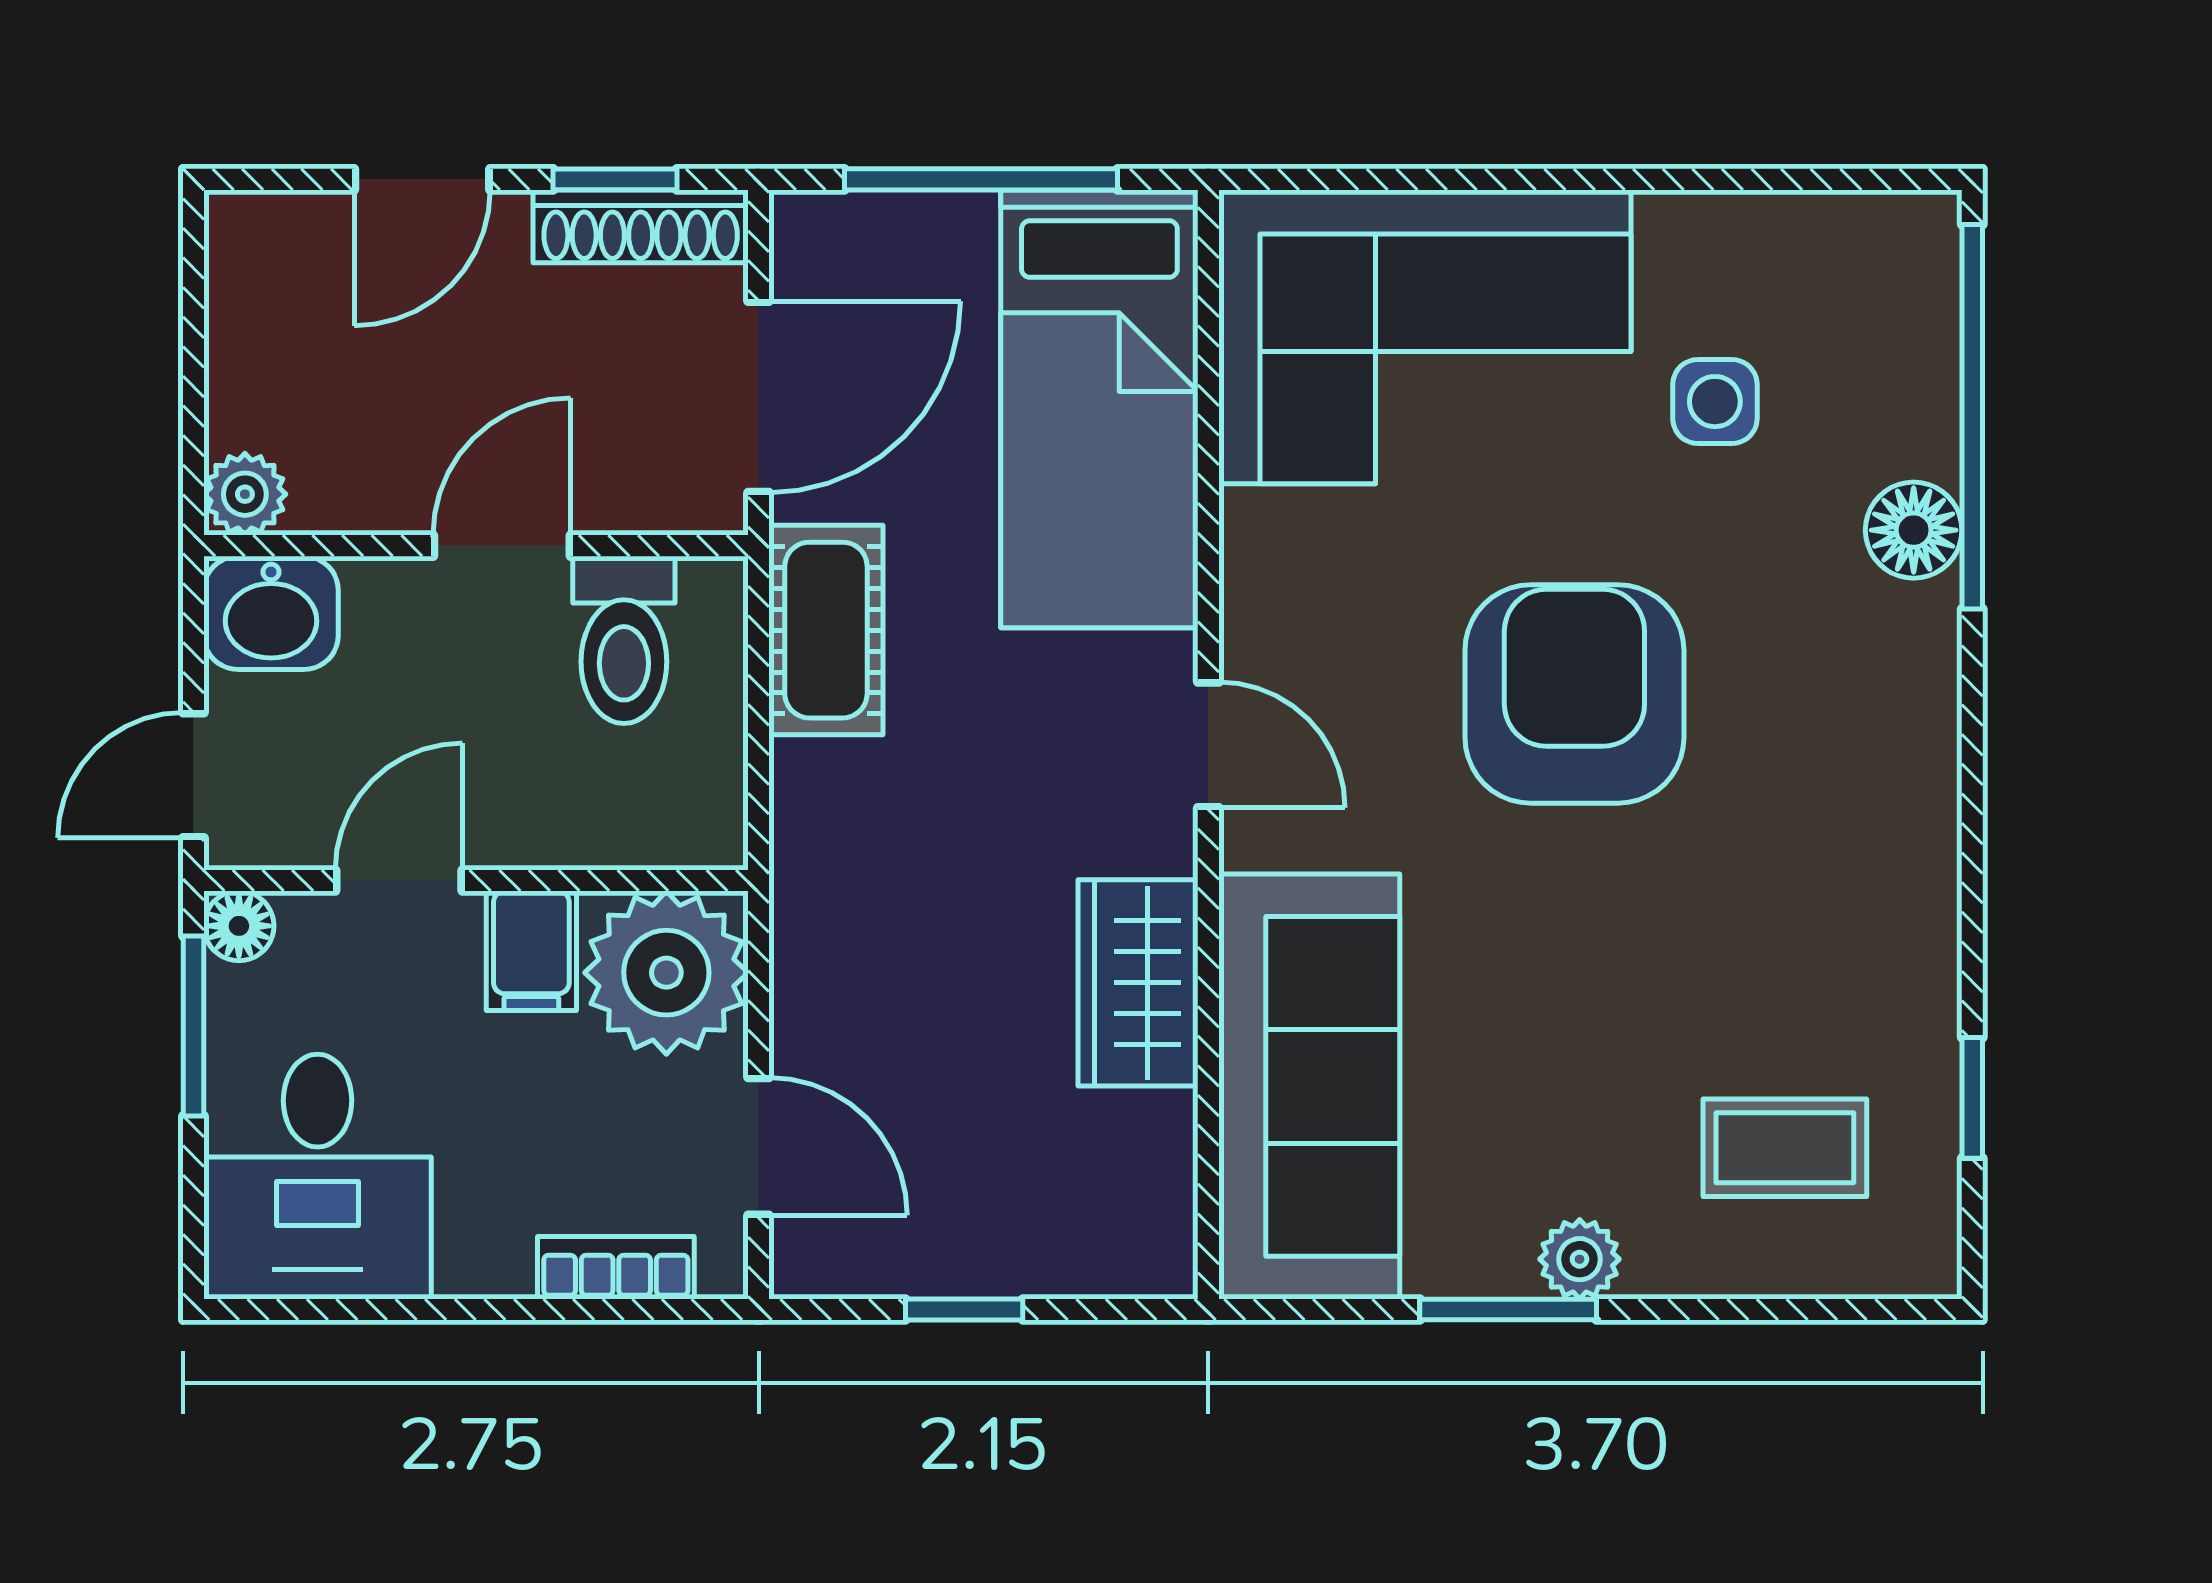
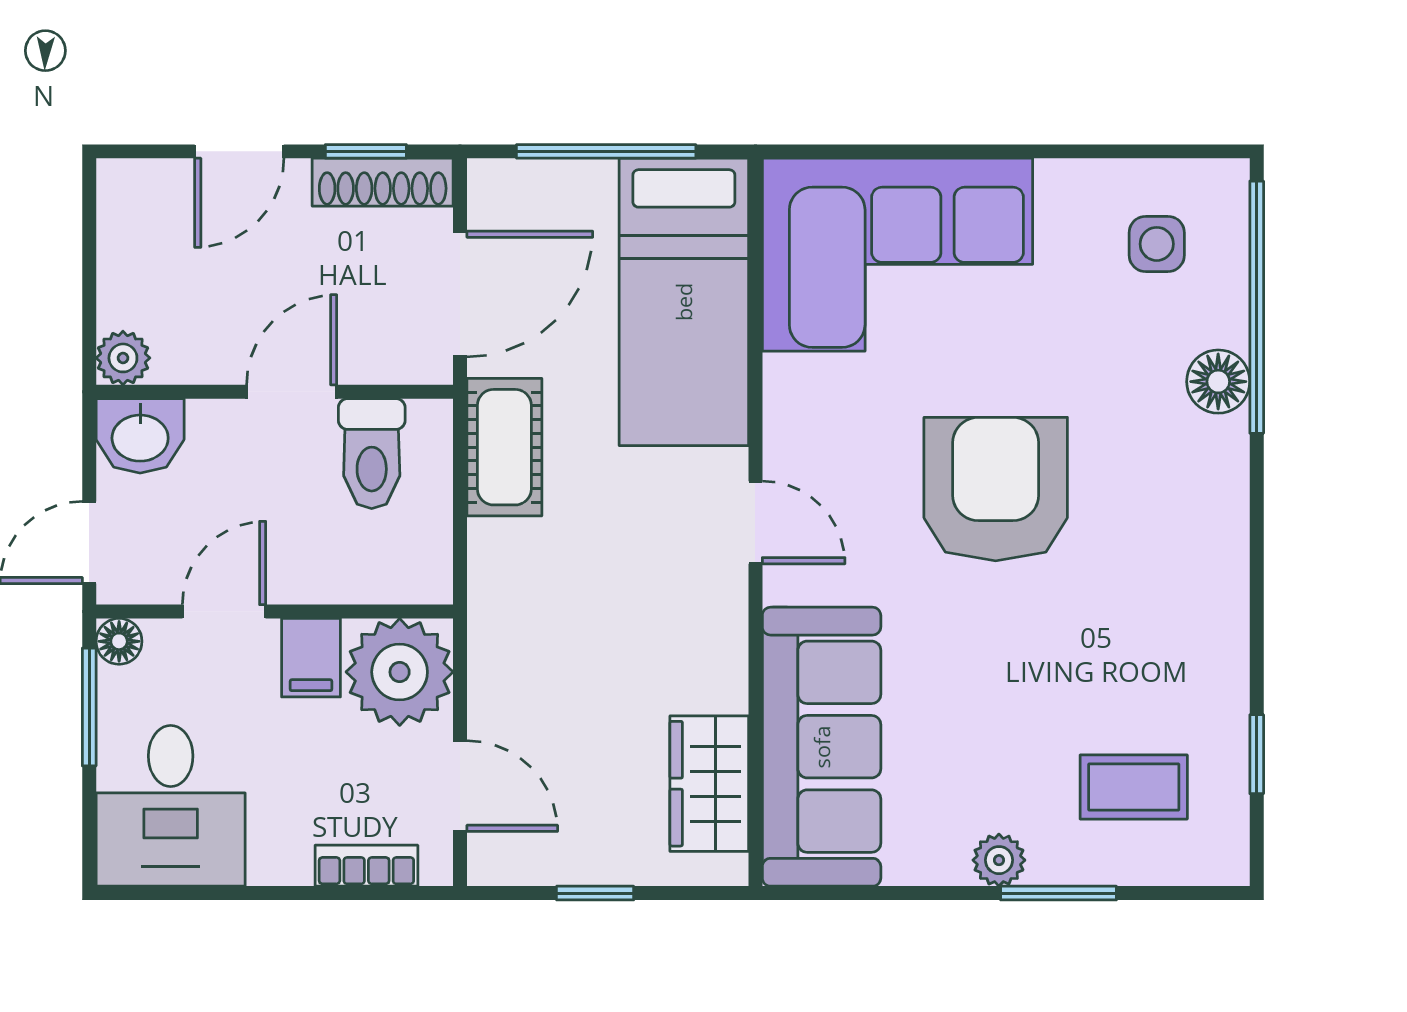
side table: (1715, 402) -> (1157, 244), moved
wardrobe: (1138, 983) -> (709, 784), moved
window: (1508, 1309) -> (1059, 893), moved

